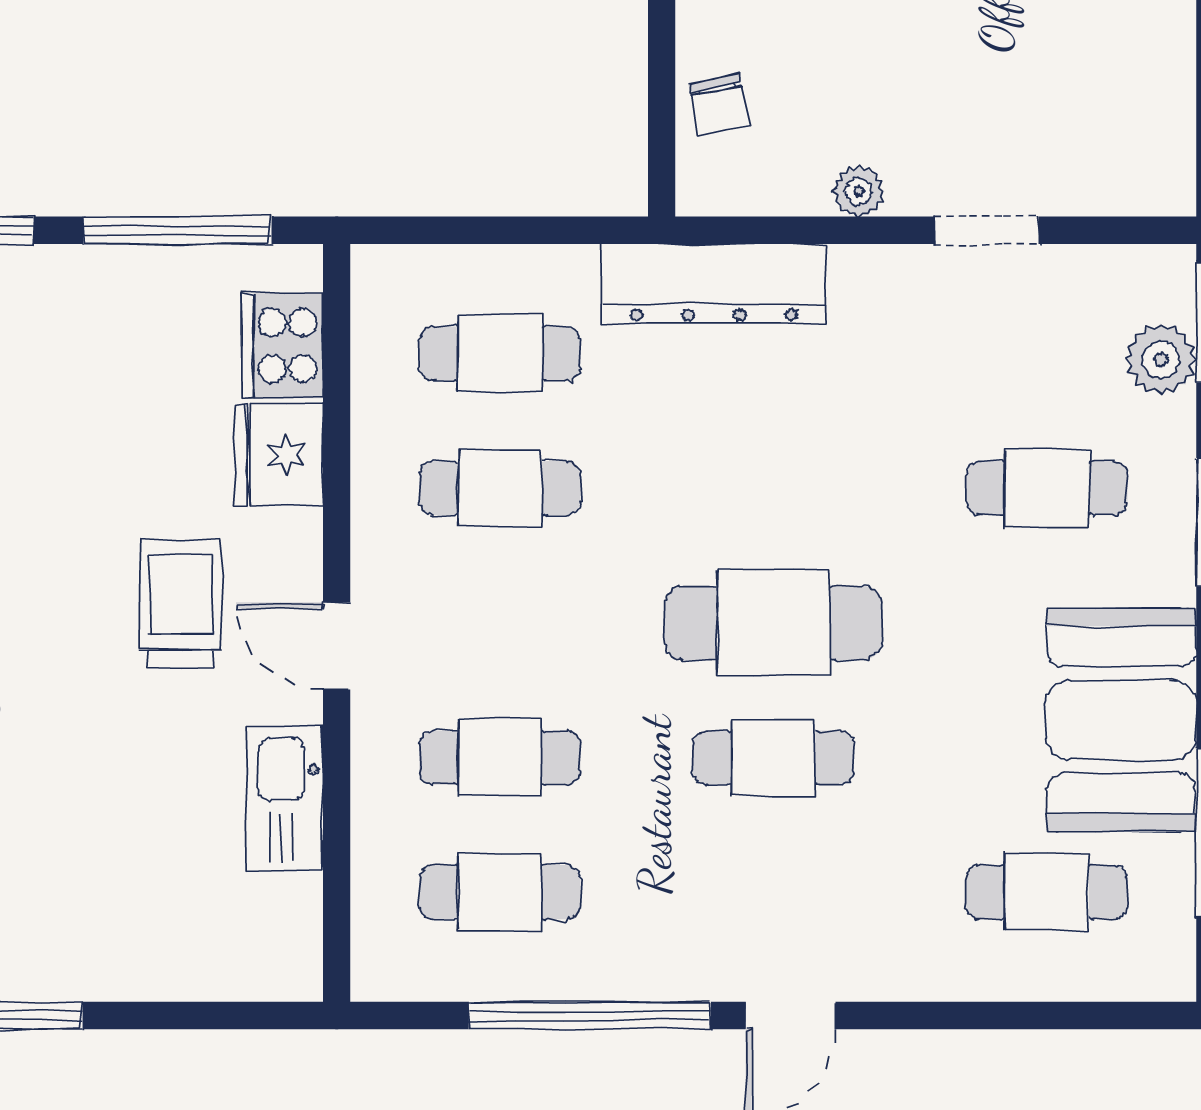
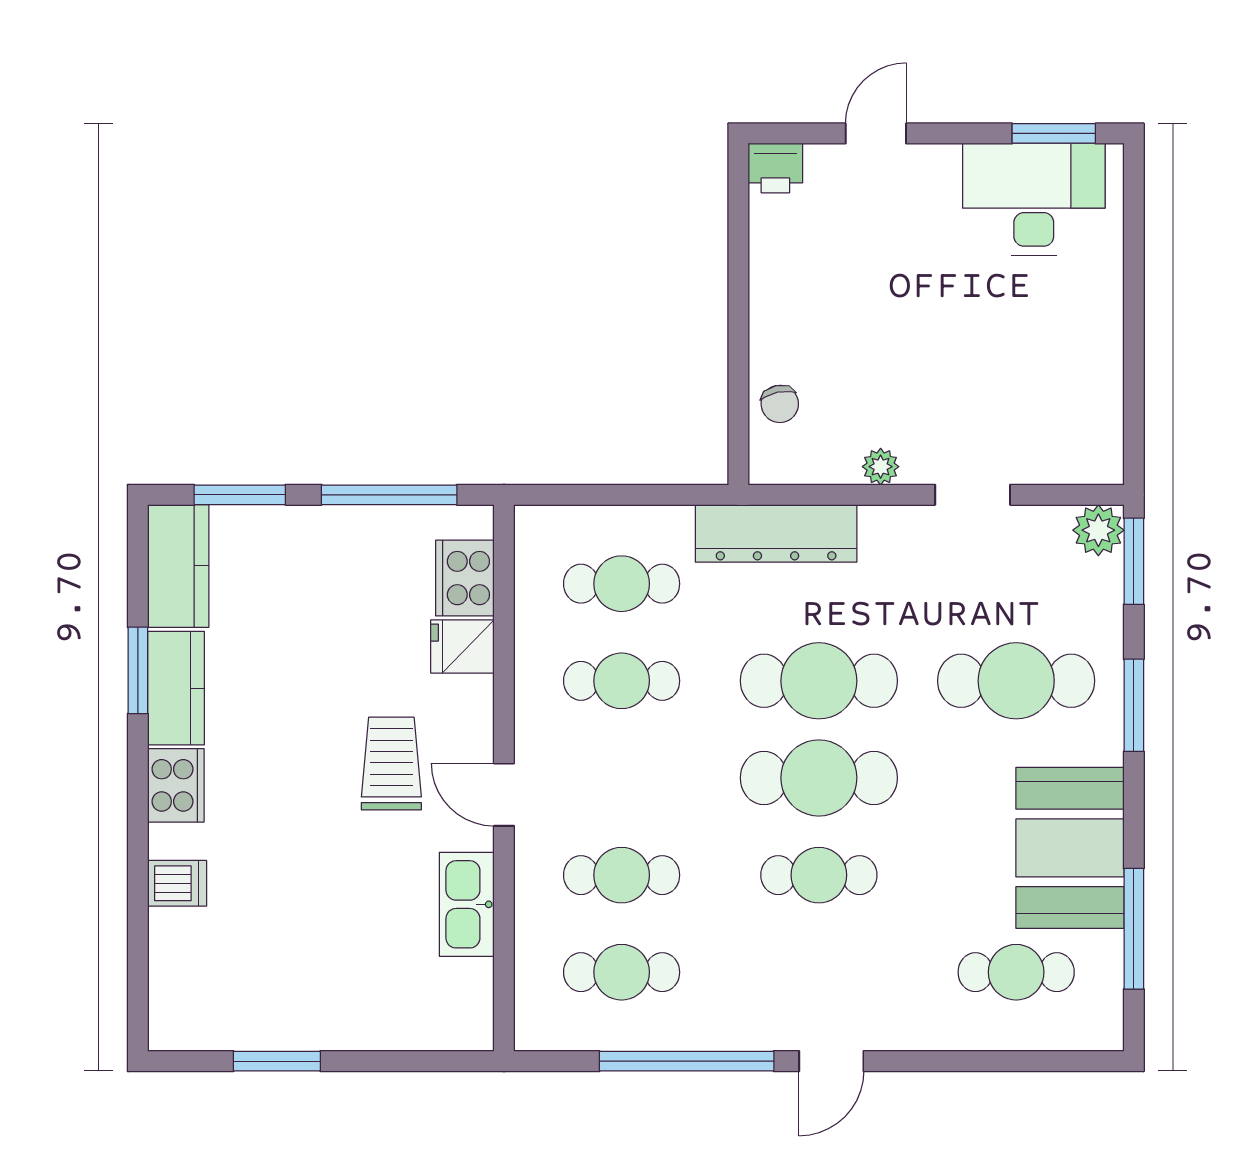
plant: (1161, 359) -> (1098, 530), moved
fridge: (279, 455) -> (462, 646), width x0.72
cafe table: (773, 488) -> (819, 681), added
cafe table: (1047, 488) -> (1016, 681), width x1.37, depth x1.35

